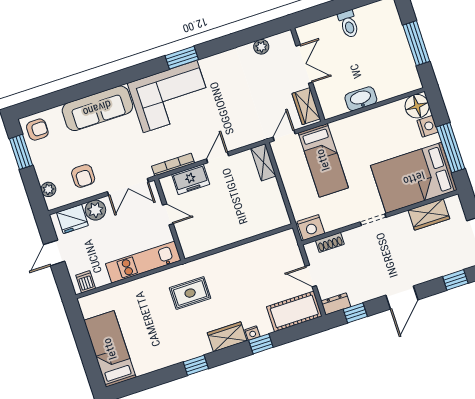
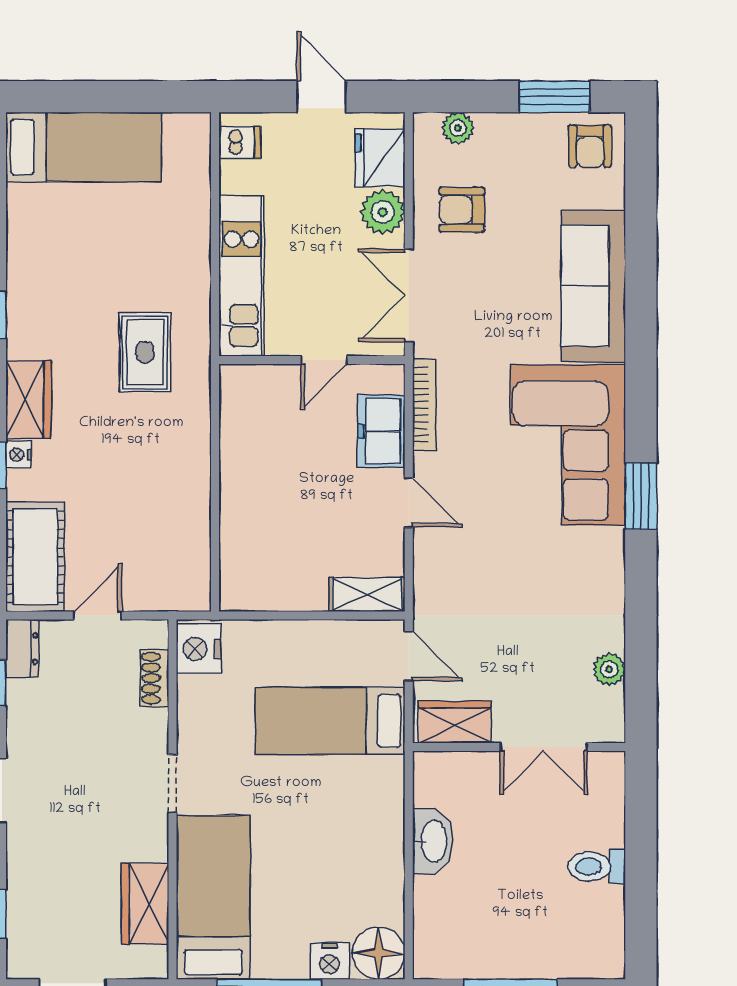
bed: (414, 178) -> (213, 897), width x0.67

